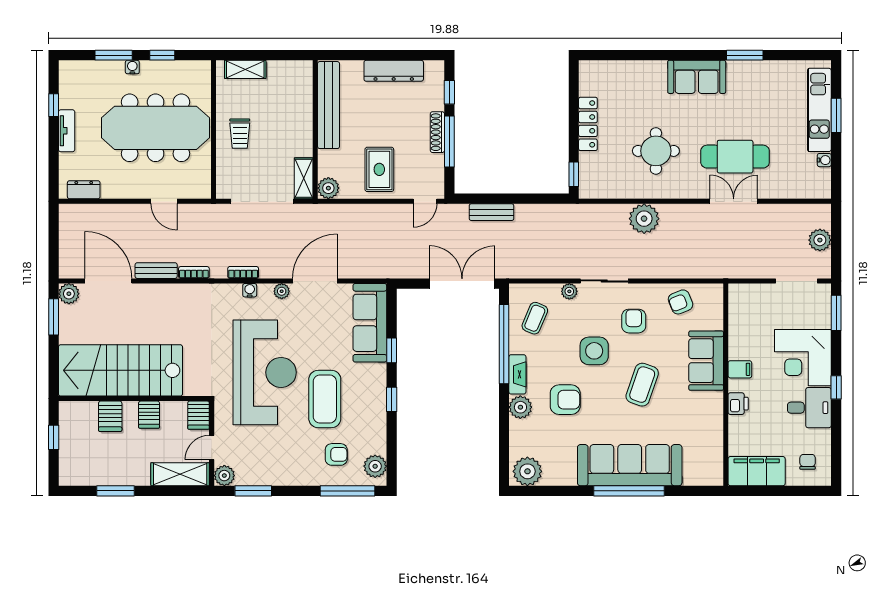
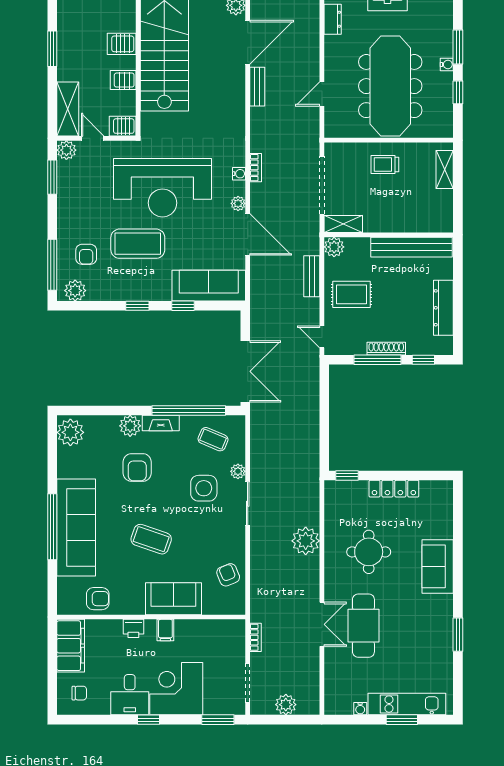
sofa: (697, 77) -> (438, 566), moved
bench: (492, 212) -> (312, 276), moved
bookcase: (194, 272) -> (256, 637), moved
armchair: (634, 321) -> (98, 599), moved
side table: (594, 351) -> (204, 488), moved

